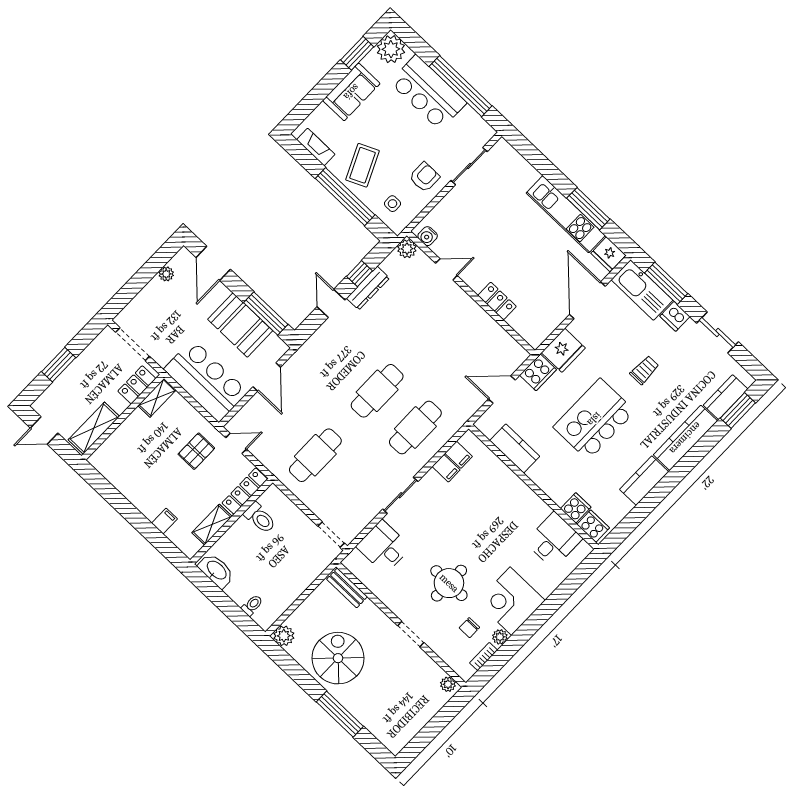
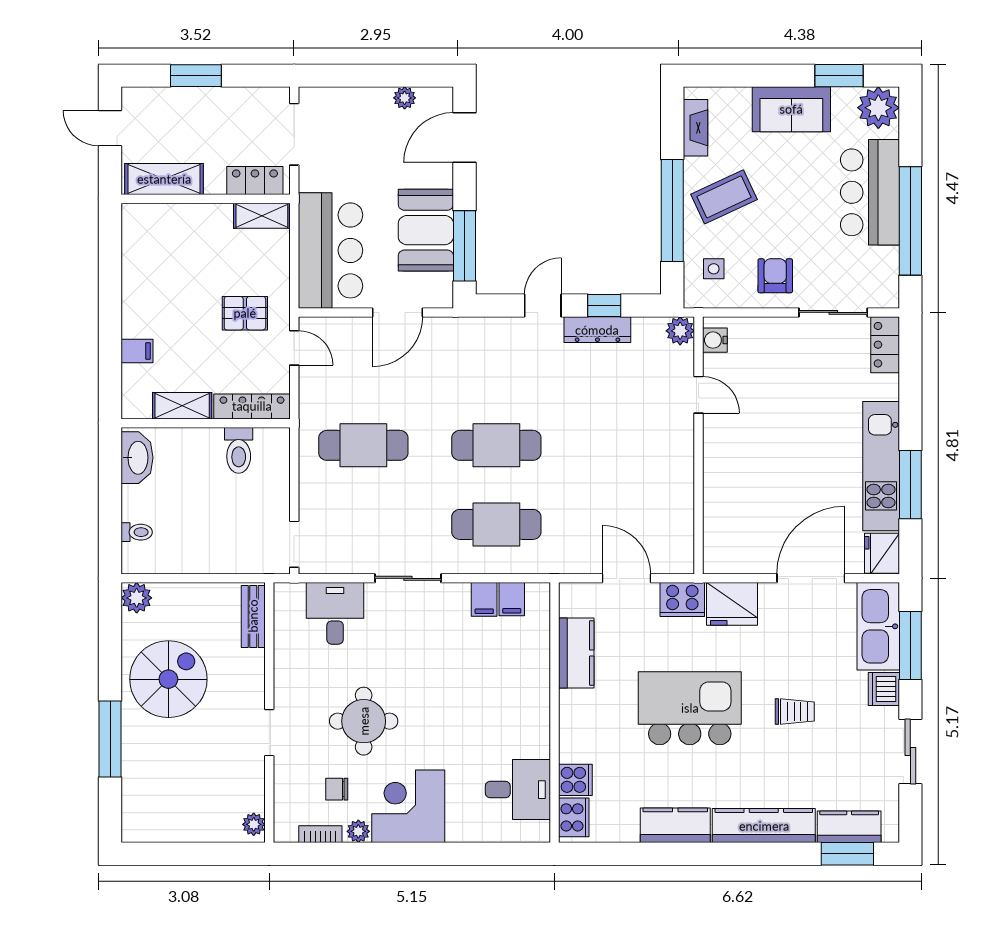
armchair: (424, 177) -> (775, 276), turned -90
locker: (497, 301) -> (885, 345), moved, turned 180

